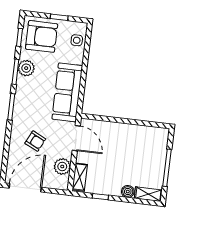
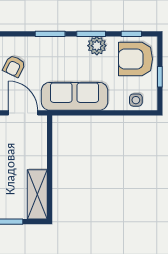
armchair: (42, 36) -> (135, 59), turned 90
shelving: (147, 134) -> (37, 194), added
door: (76, 138) -> (23, 113), swing flipped

